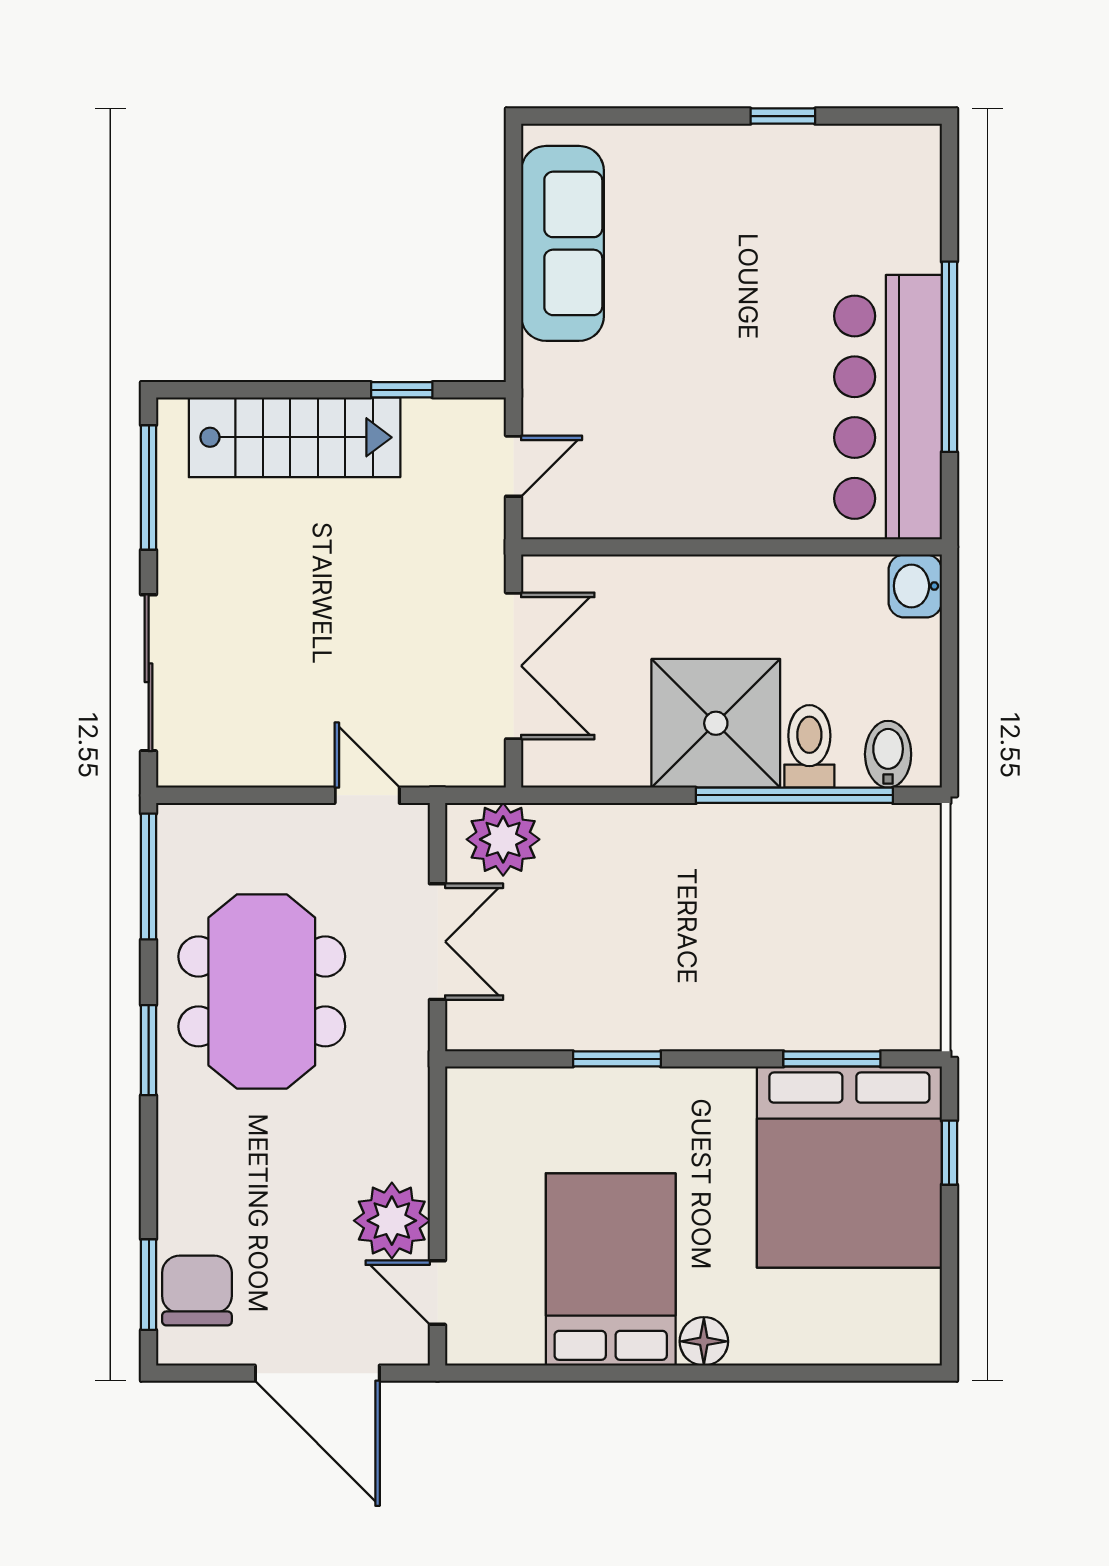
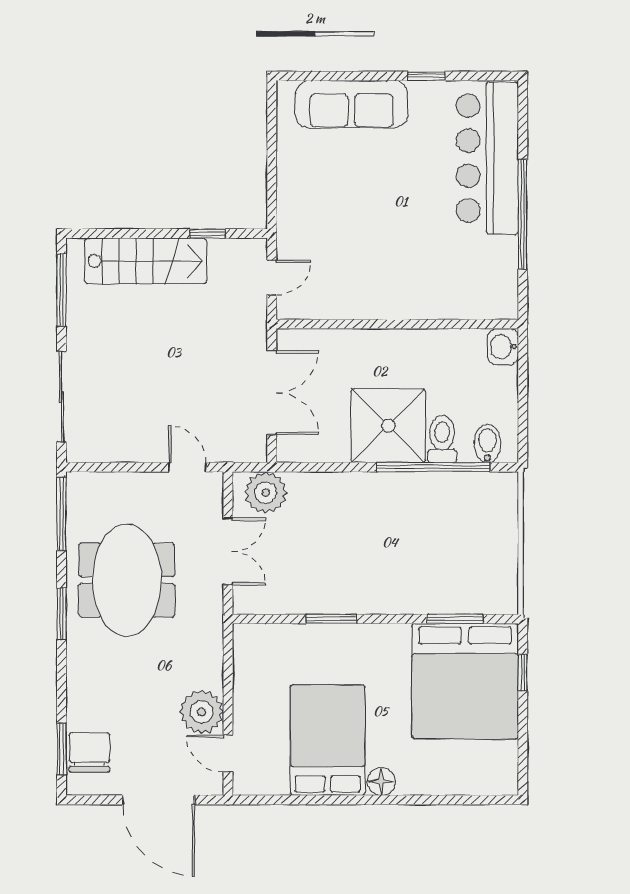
sofa: (562, 243) -> (352, 104), moved, turned 90
bar counter: (888, 407) -> (487, 158), moved

